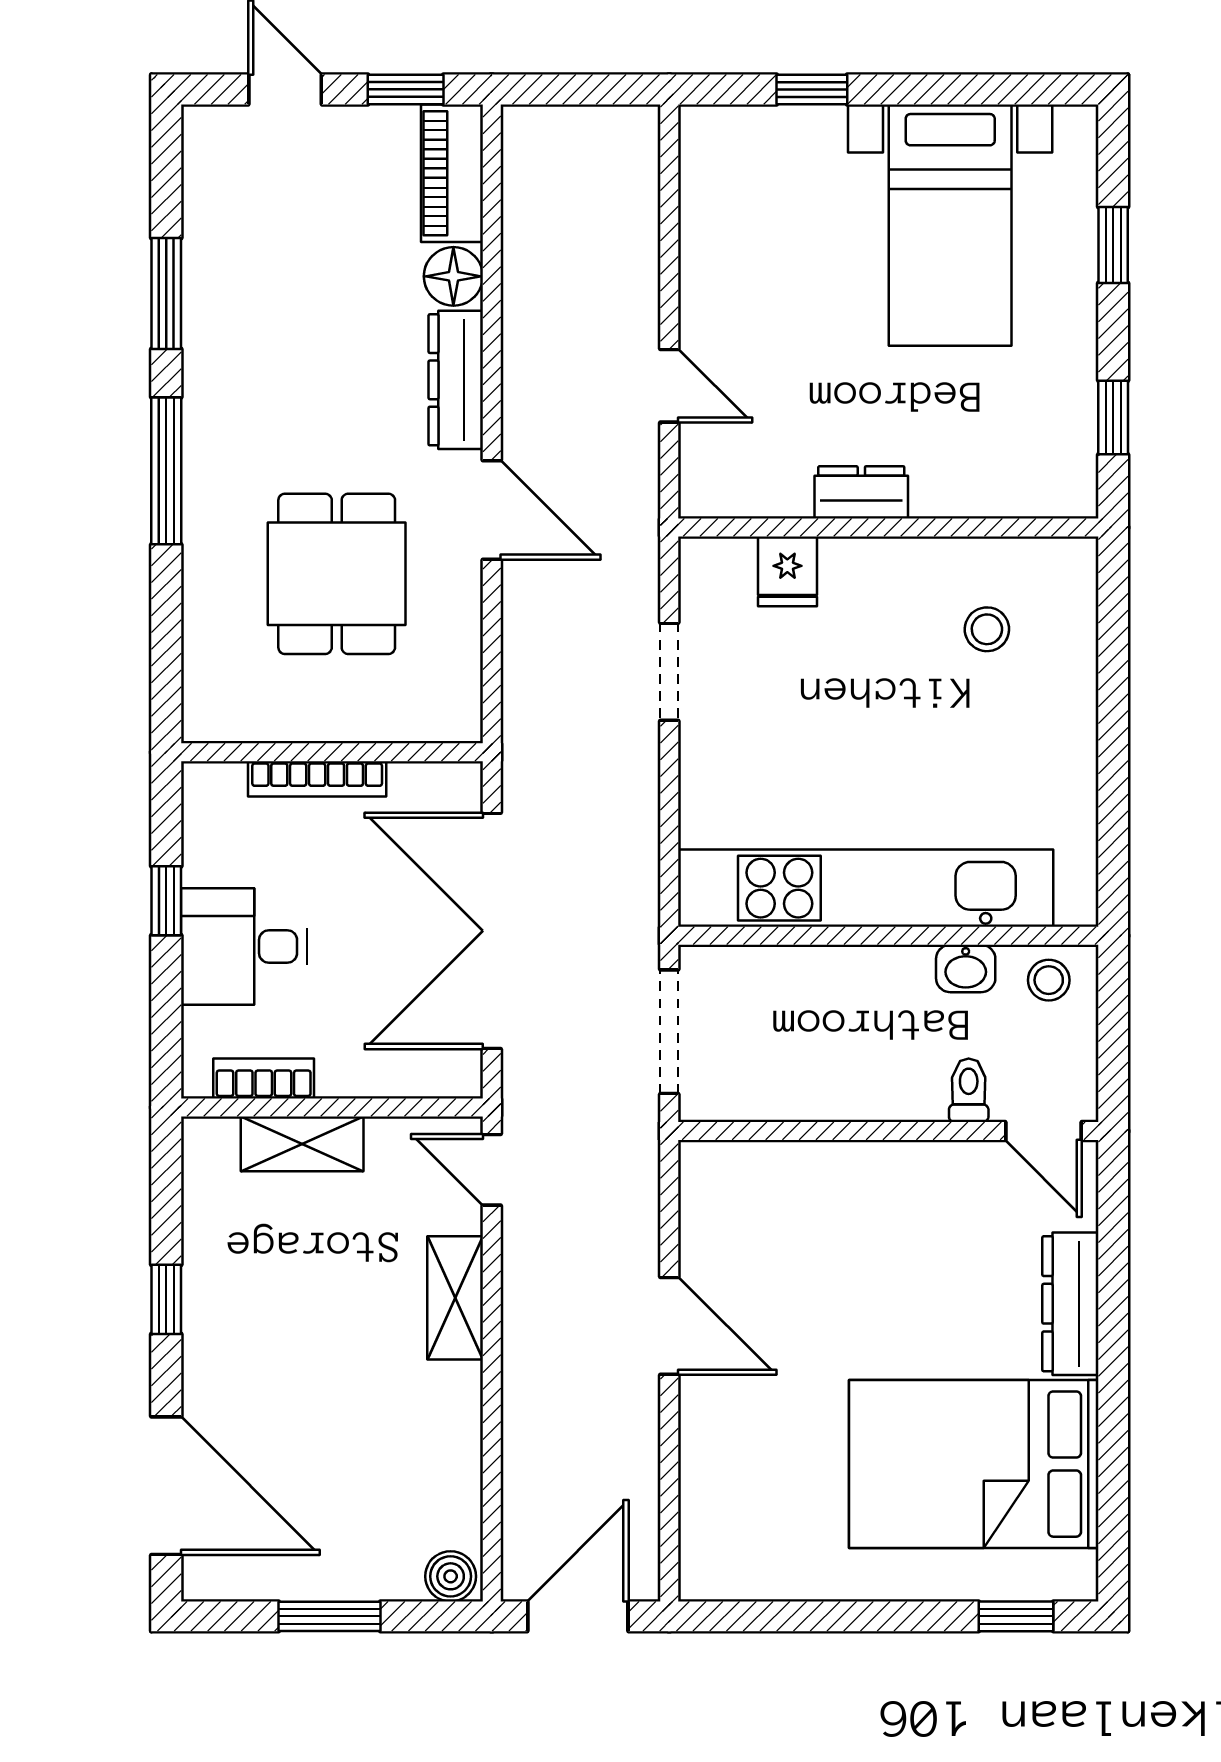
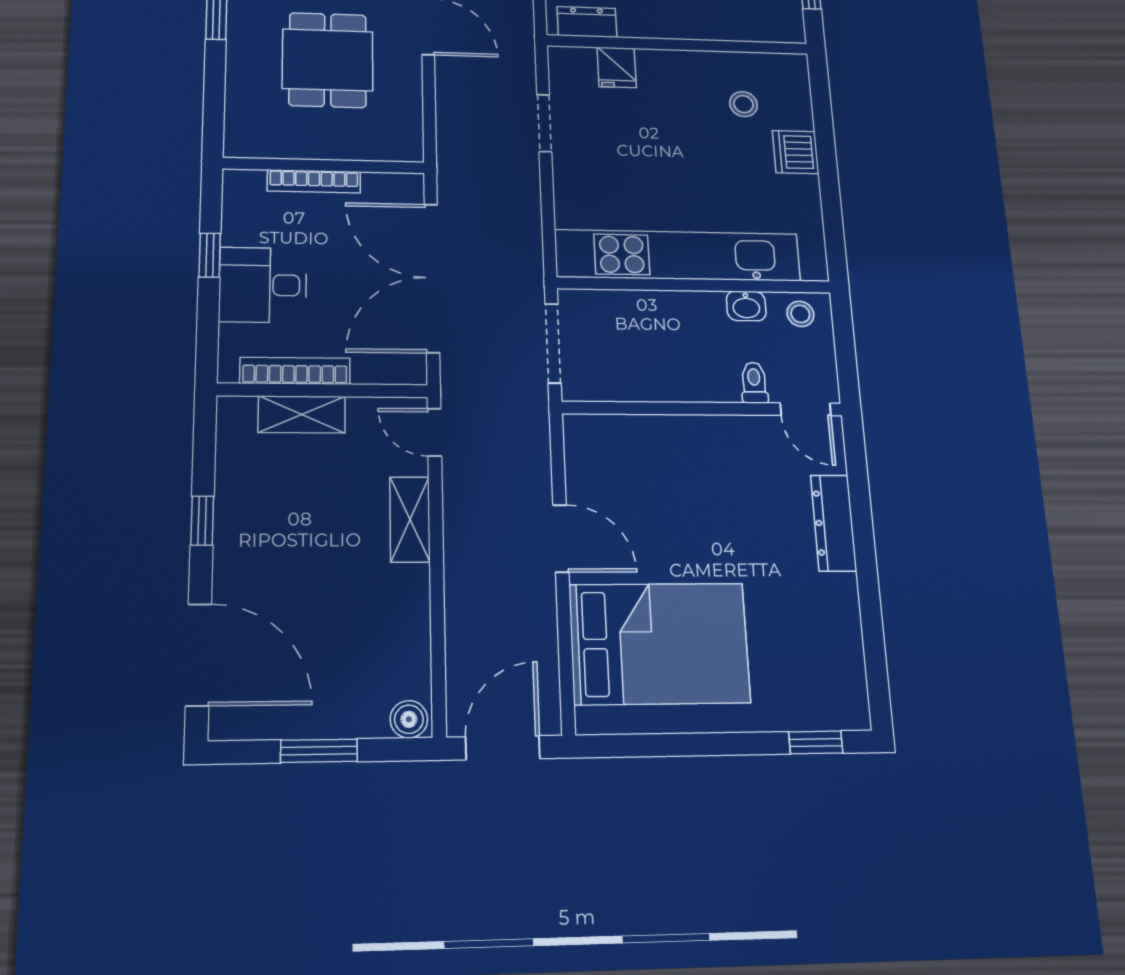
dresser: (861, 492) -> (587, 22), moved
dishwasher: (1064, 710) -> (796, 152), added
bookcase: (264, 1078) -> (295, 371), width x1.56
bed: (974, 1464) -> (659, 643), moved, turned 180

